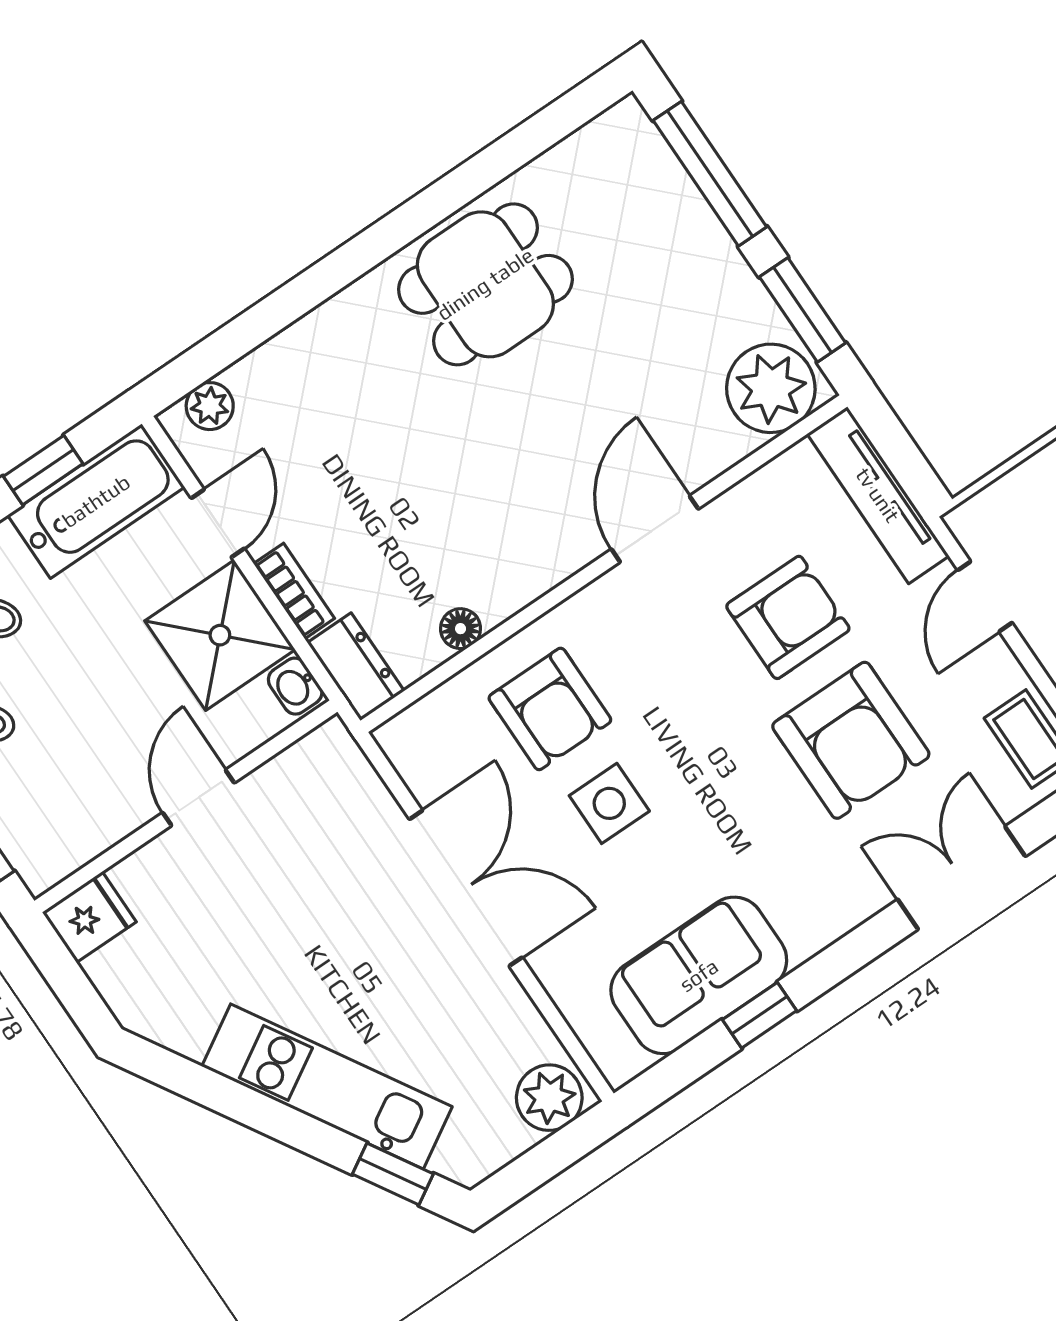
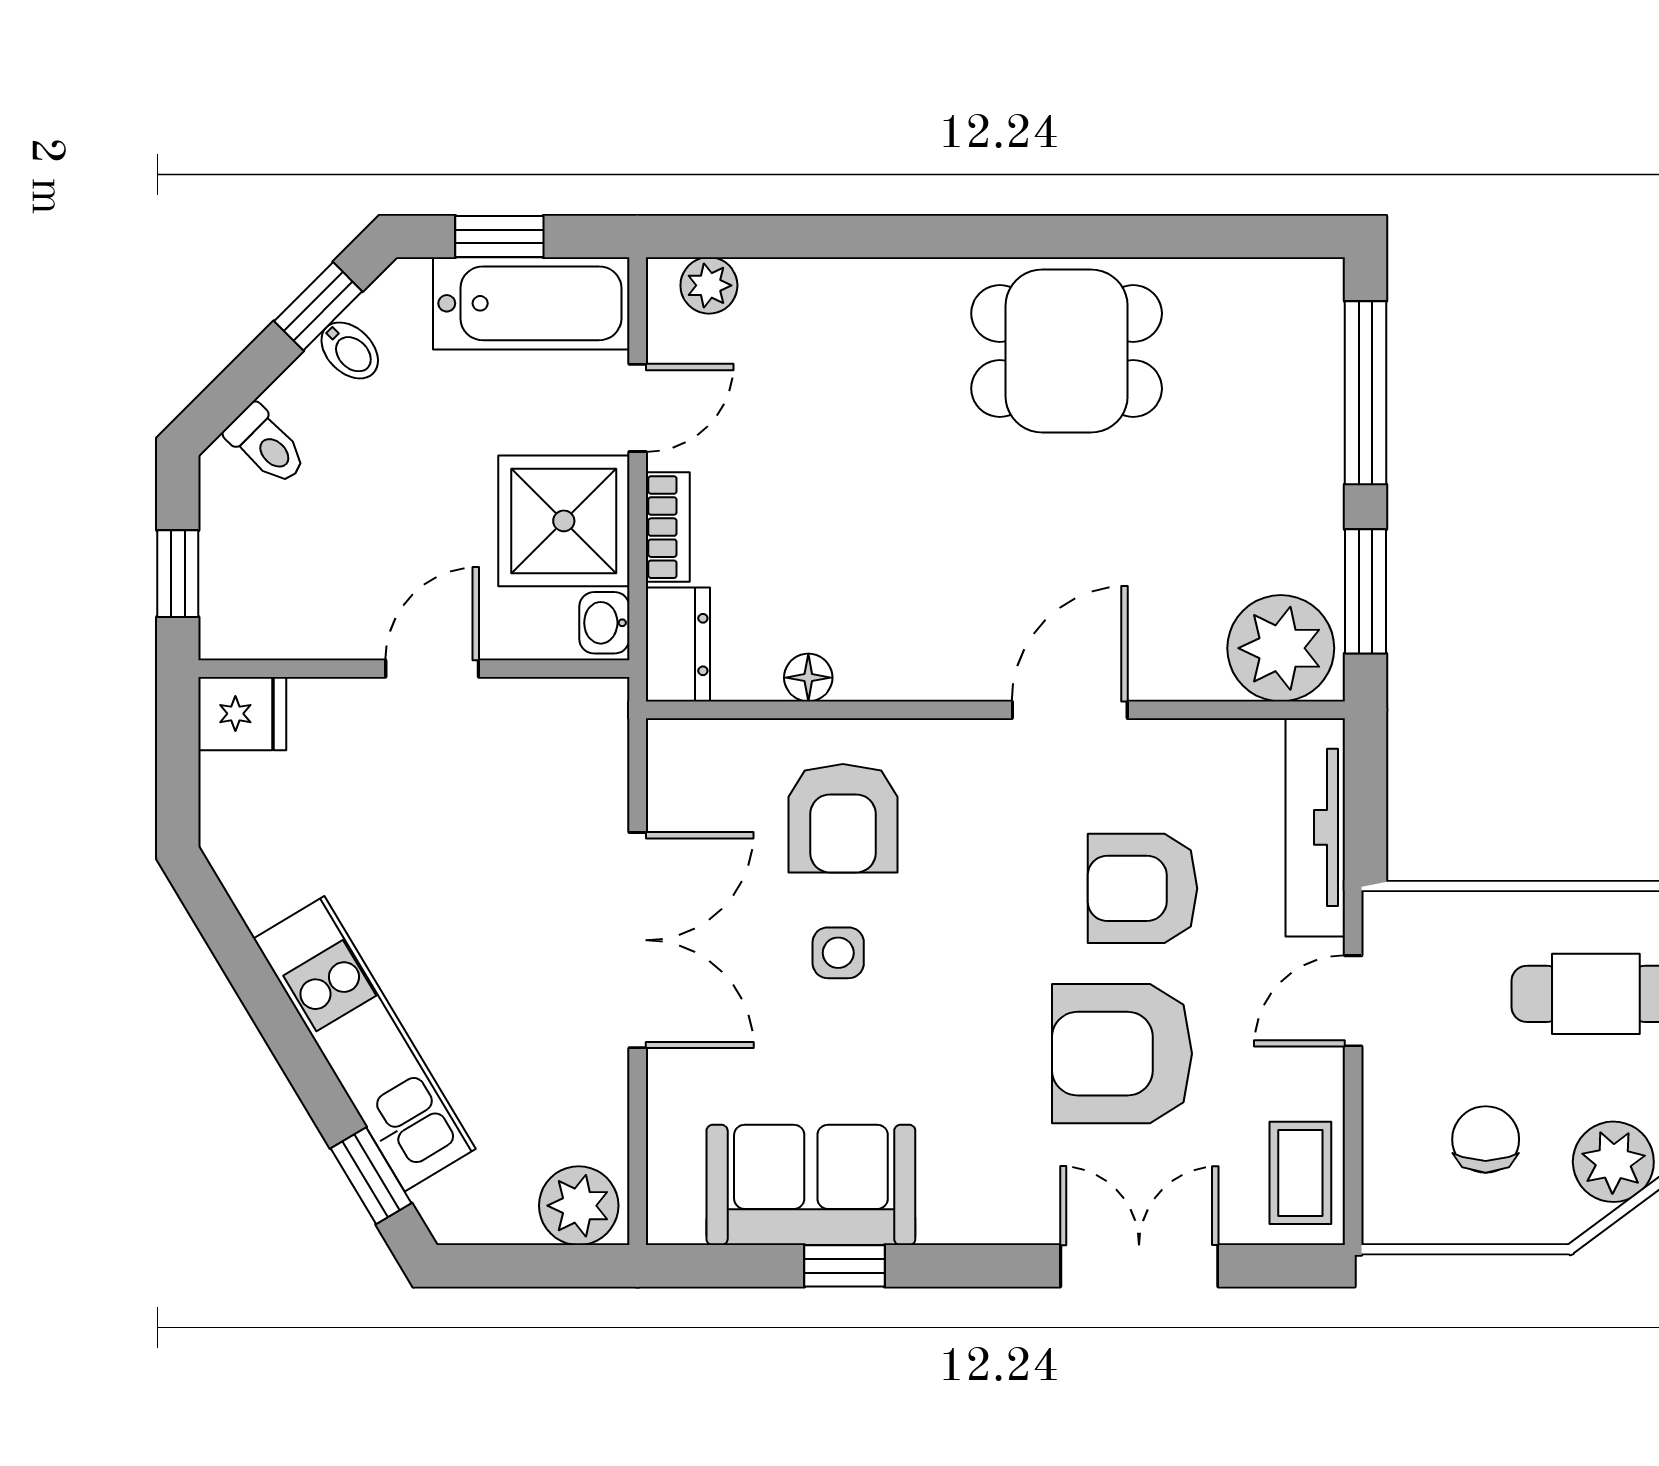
armchair: (788, 617) -> (1142, 888), turned 180
armchair: (851, 740) -> (1122, 1054), turned 90
side table: (609, 803) -> (838, 953), width x0.73, depth x0.73

